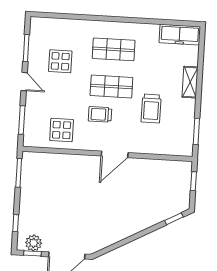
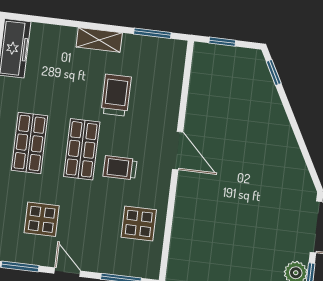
door: (24, 82) -> (67, 272), hinge flipped
shelving: (190, 82) -> (99, 40), moved
trolley: (151, 109) -> (116, 95), turned -90
trolley: (100, 114) -> (120, 168), turned 90

